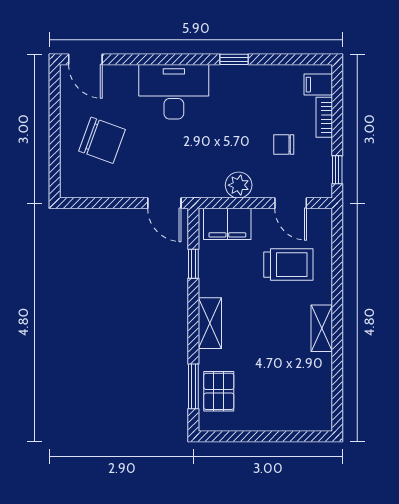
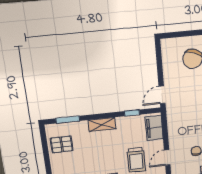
plant: (239, 185) -> (174, 131), removed
pallet: (219, 391) -> (62, 144), moved

